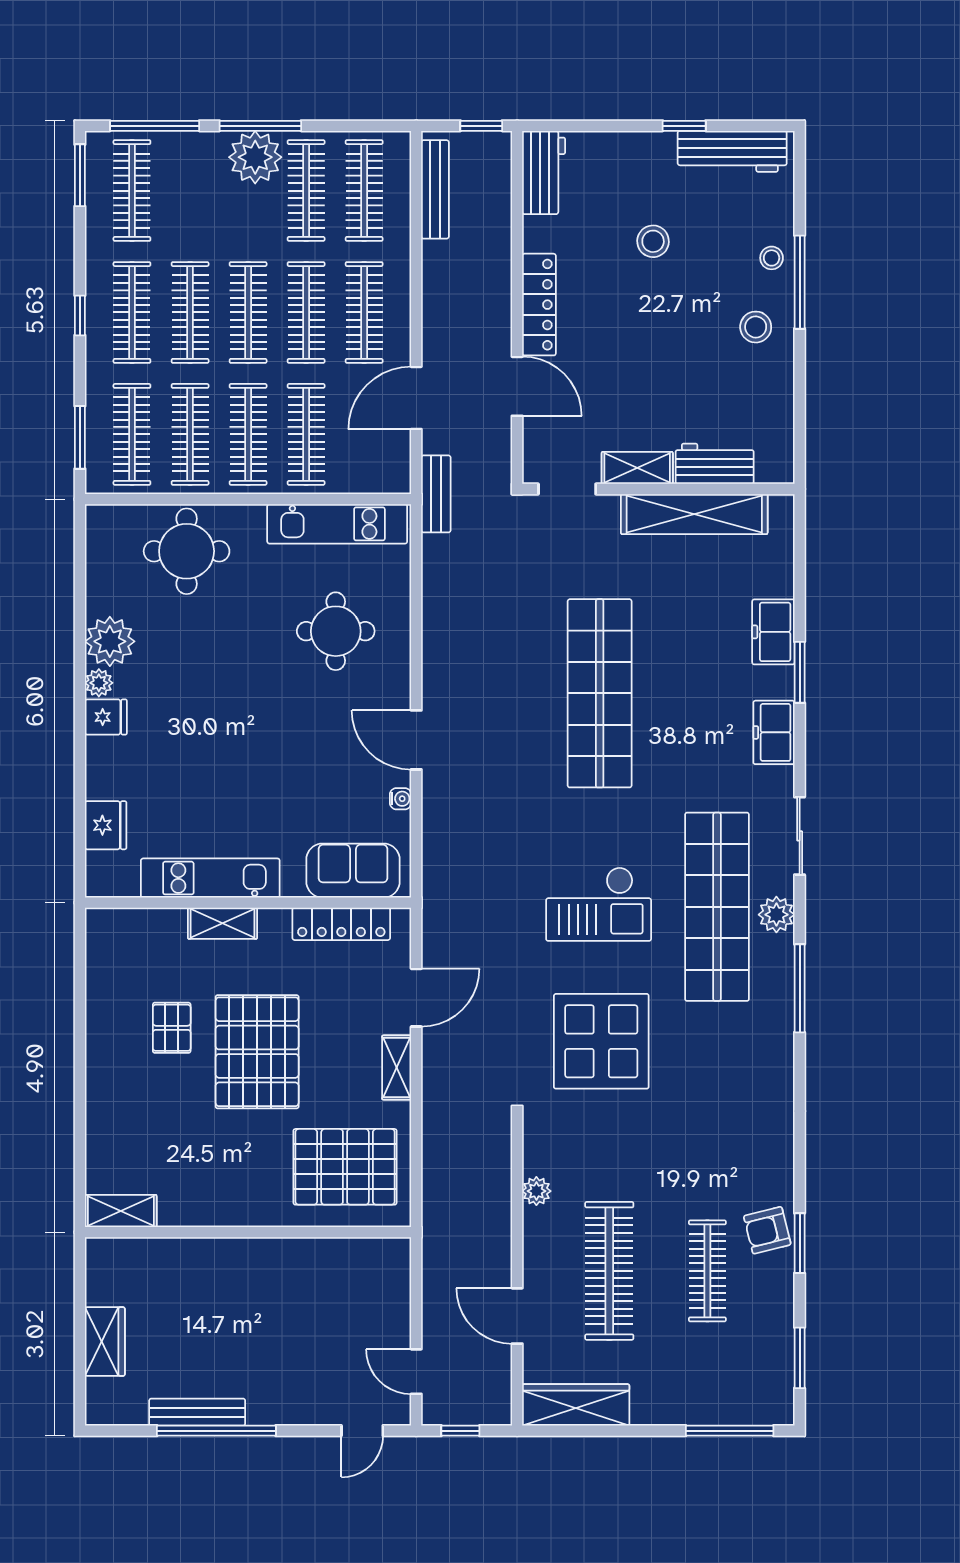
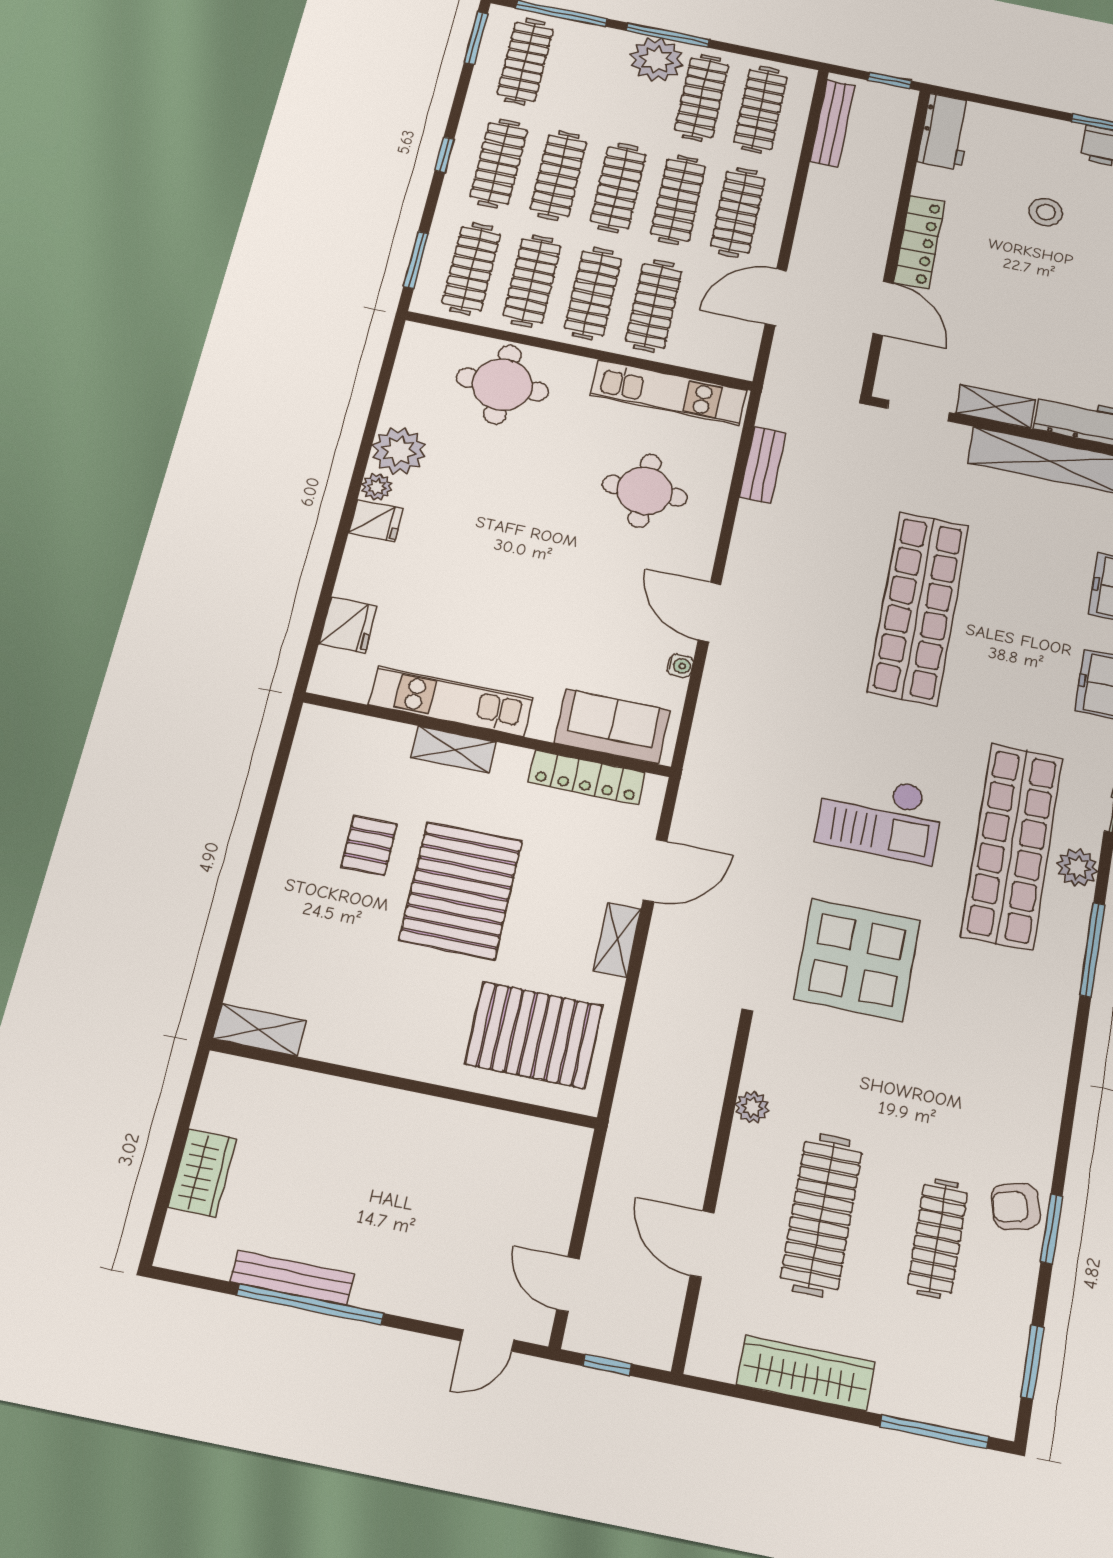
bench: (436, 494) -> (763, 465), moved
wardrobe: (576, 1405) -> (806, 1373), moved

